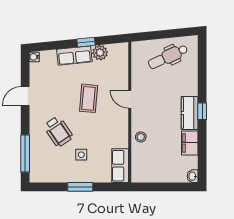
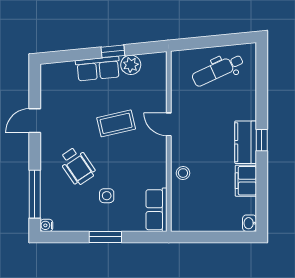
water cooler: (34, 57) -> (46, 225), moved
coffee table: (89, 98) -> (116, 123), turned 72

